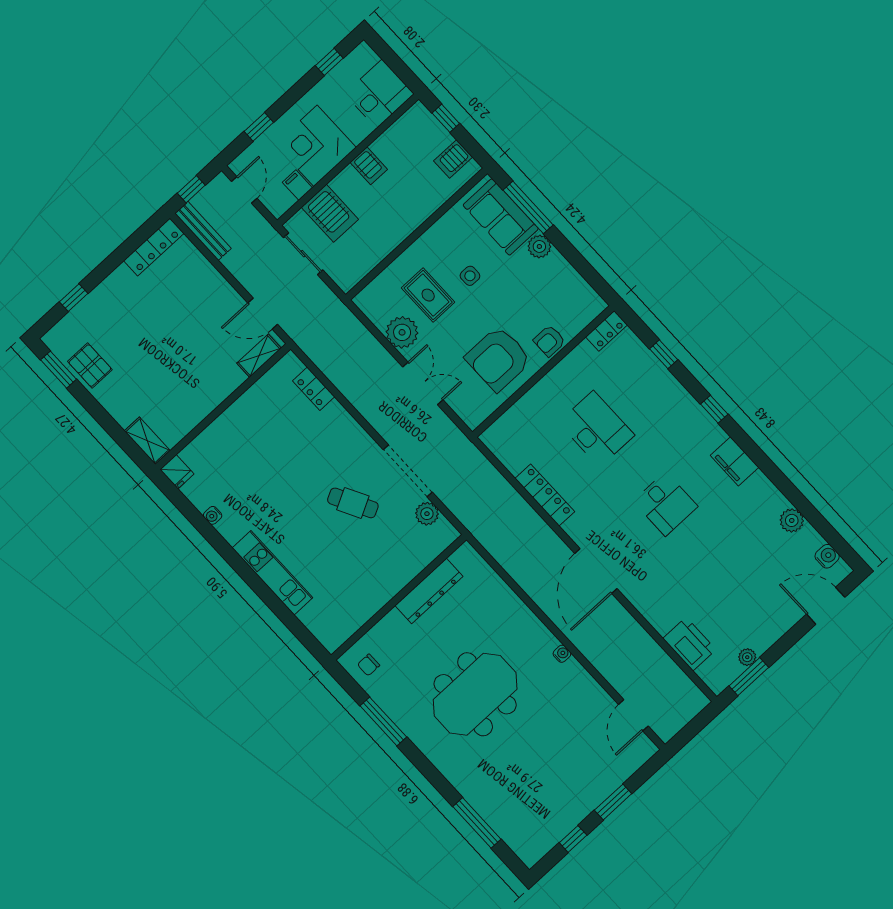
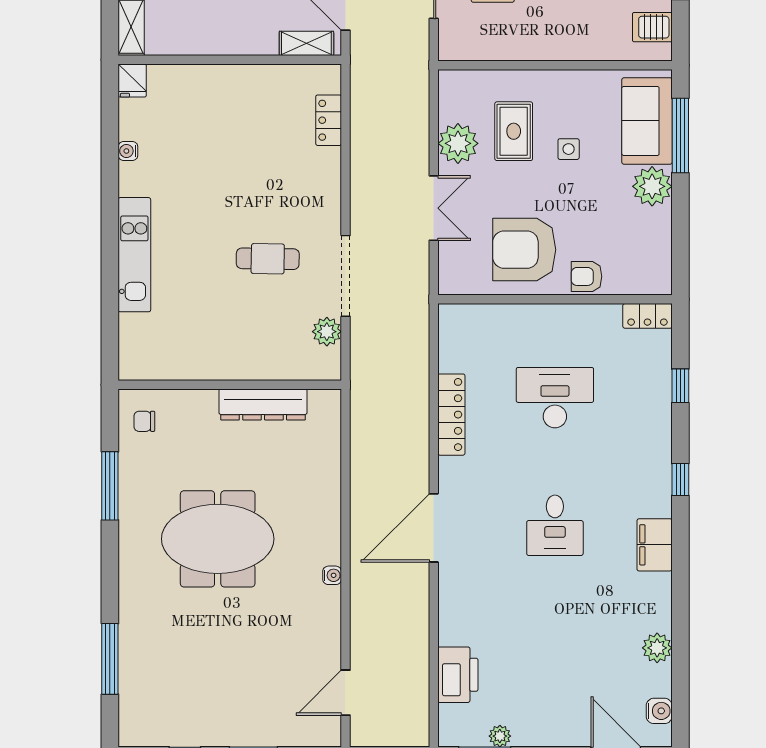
plant: (539, 246) -> (652, 186), width x1.36, depth x1.36
desk: (596, 429) -> (555, 398), turned -90
cafe table: (353, 503) -> (268, 259), turned -61

